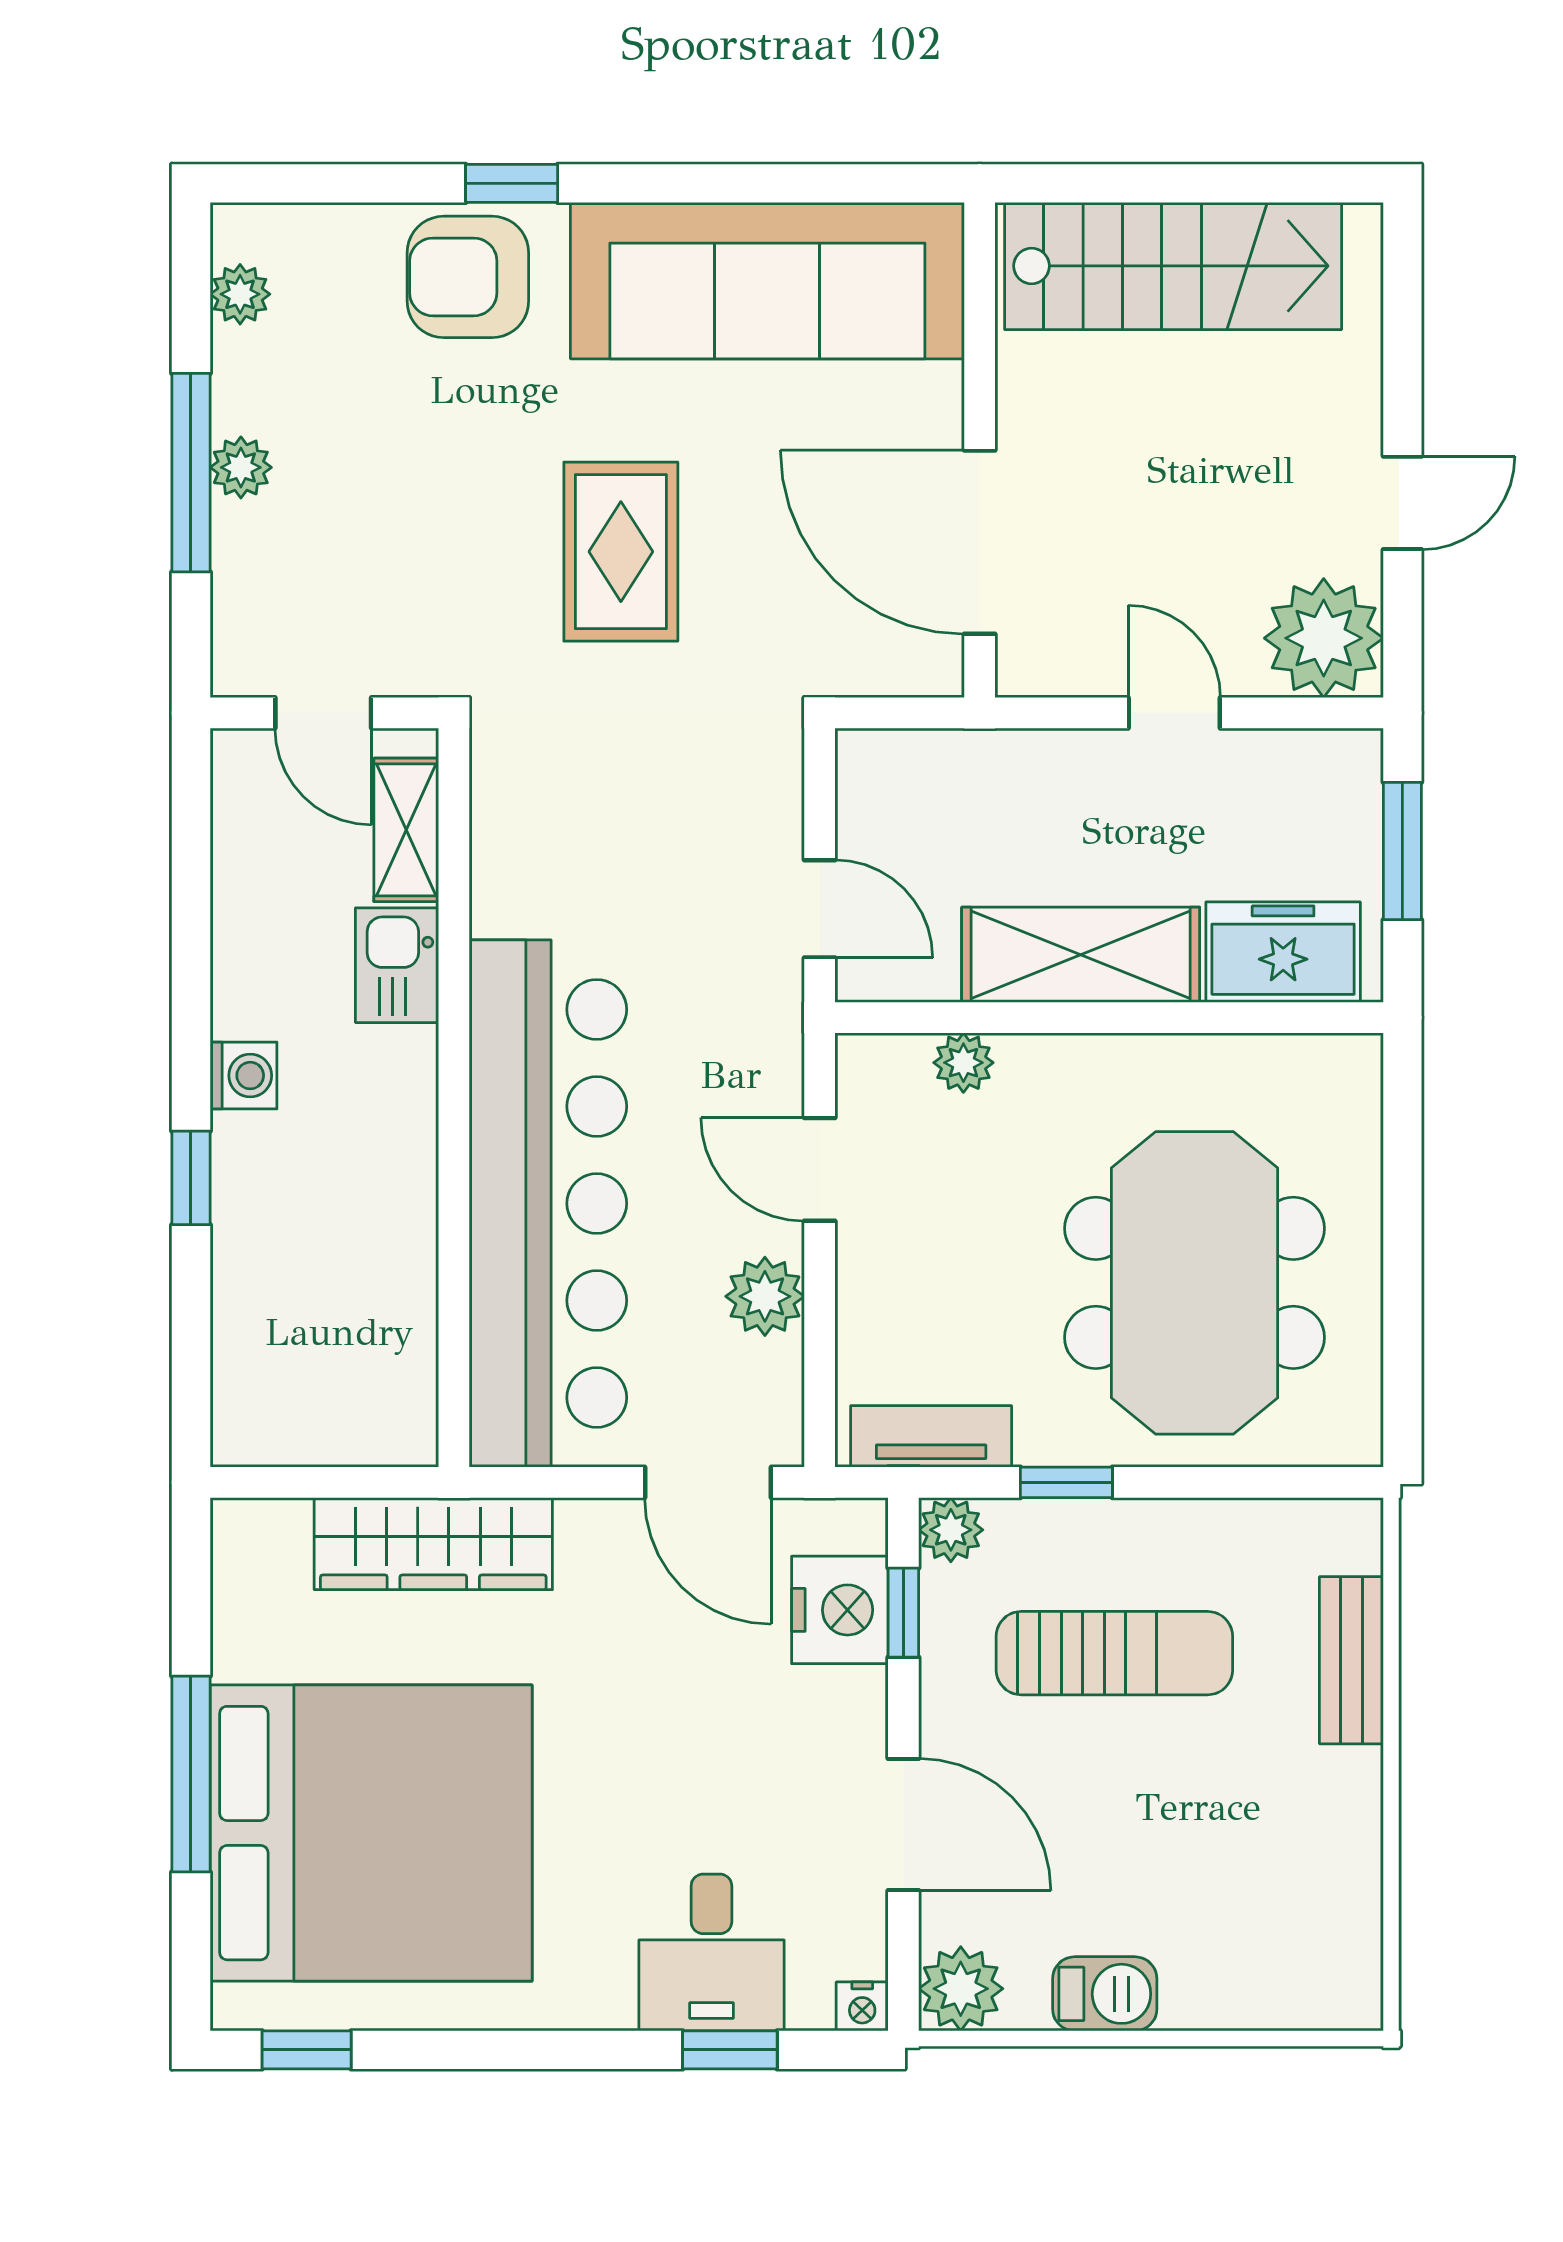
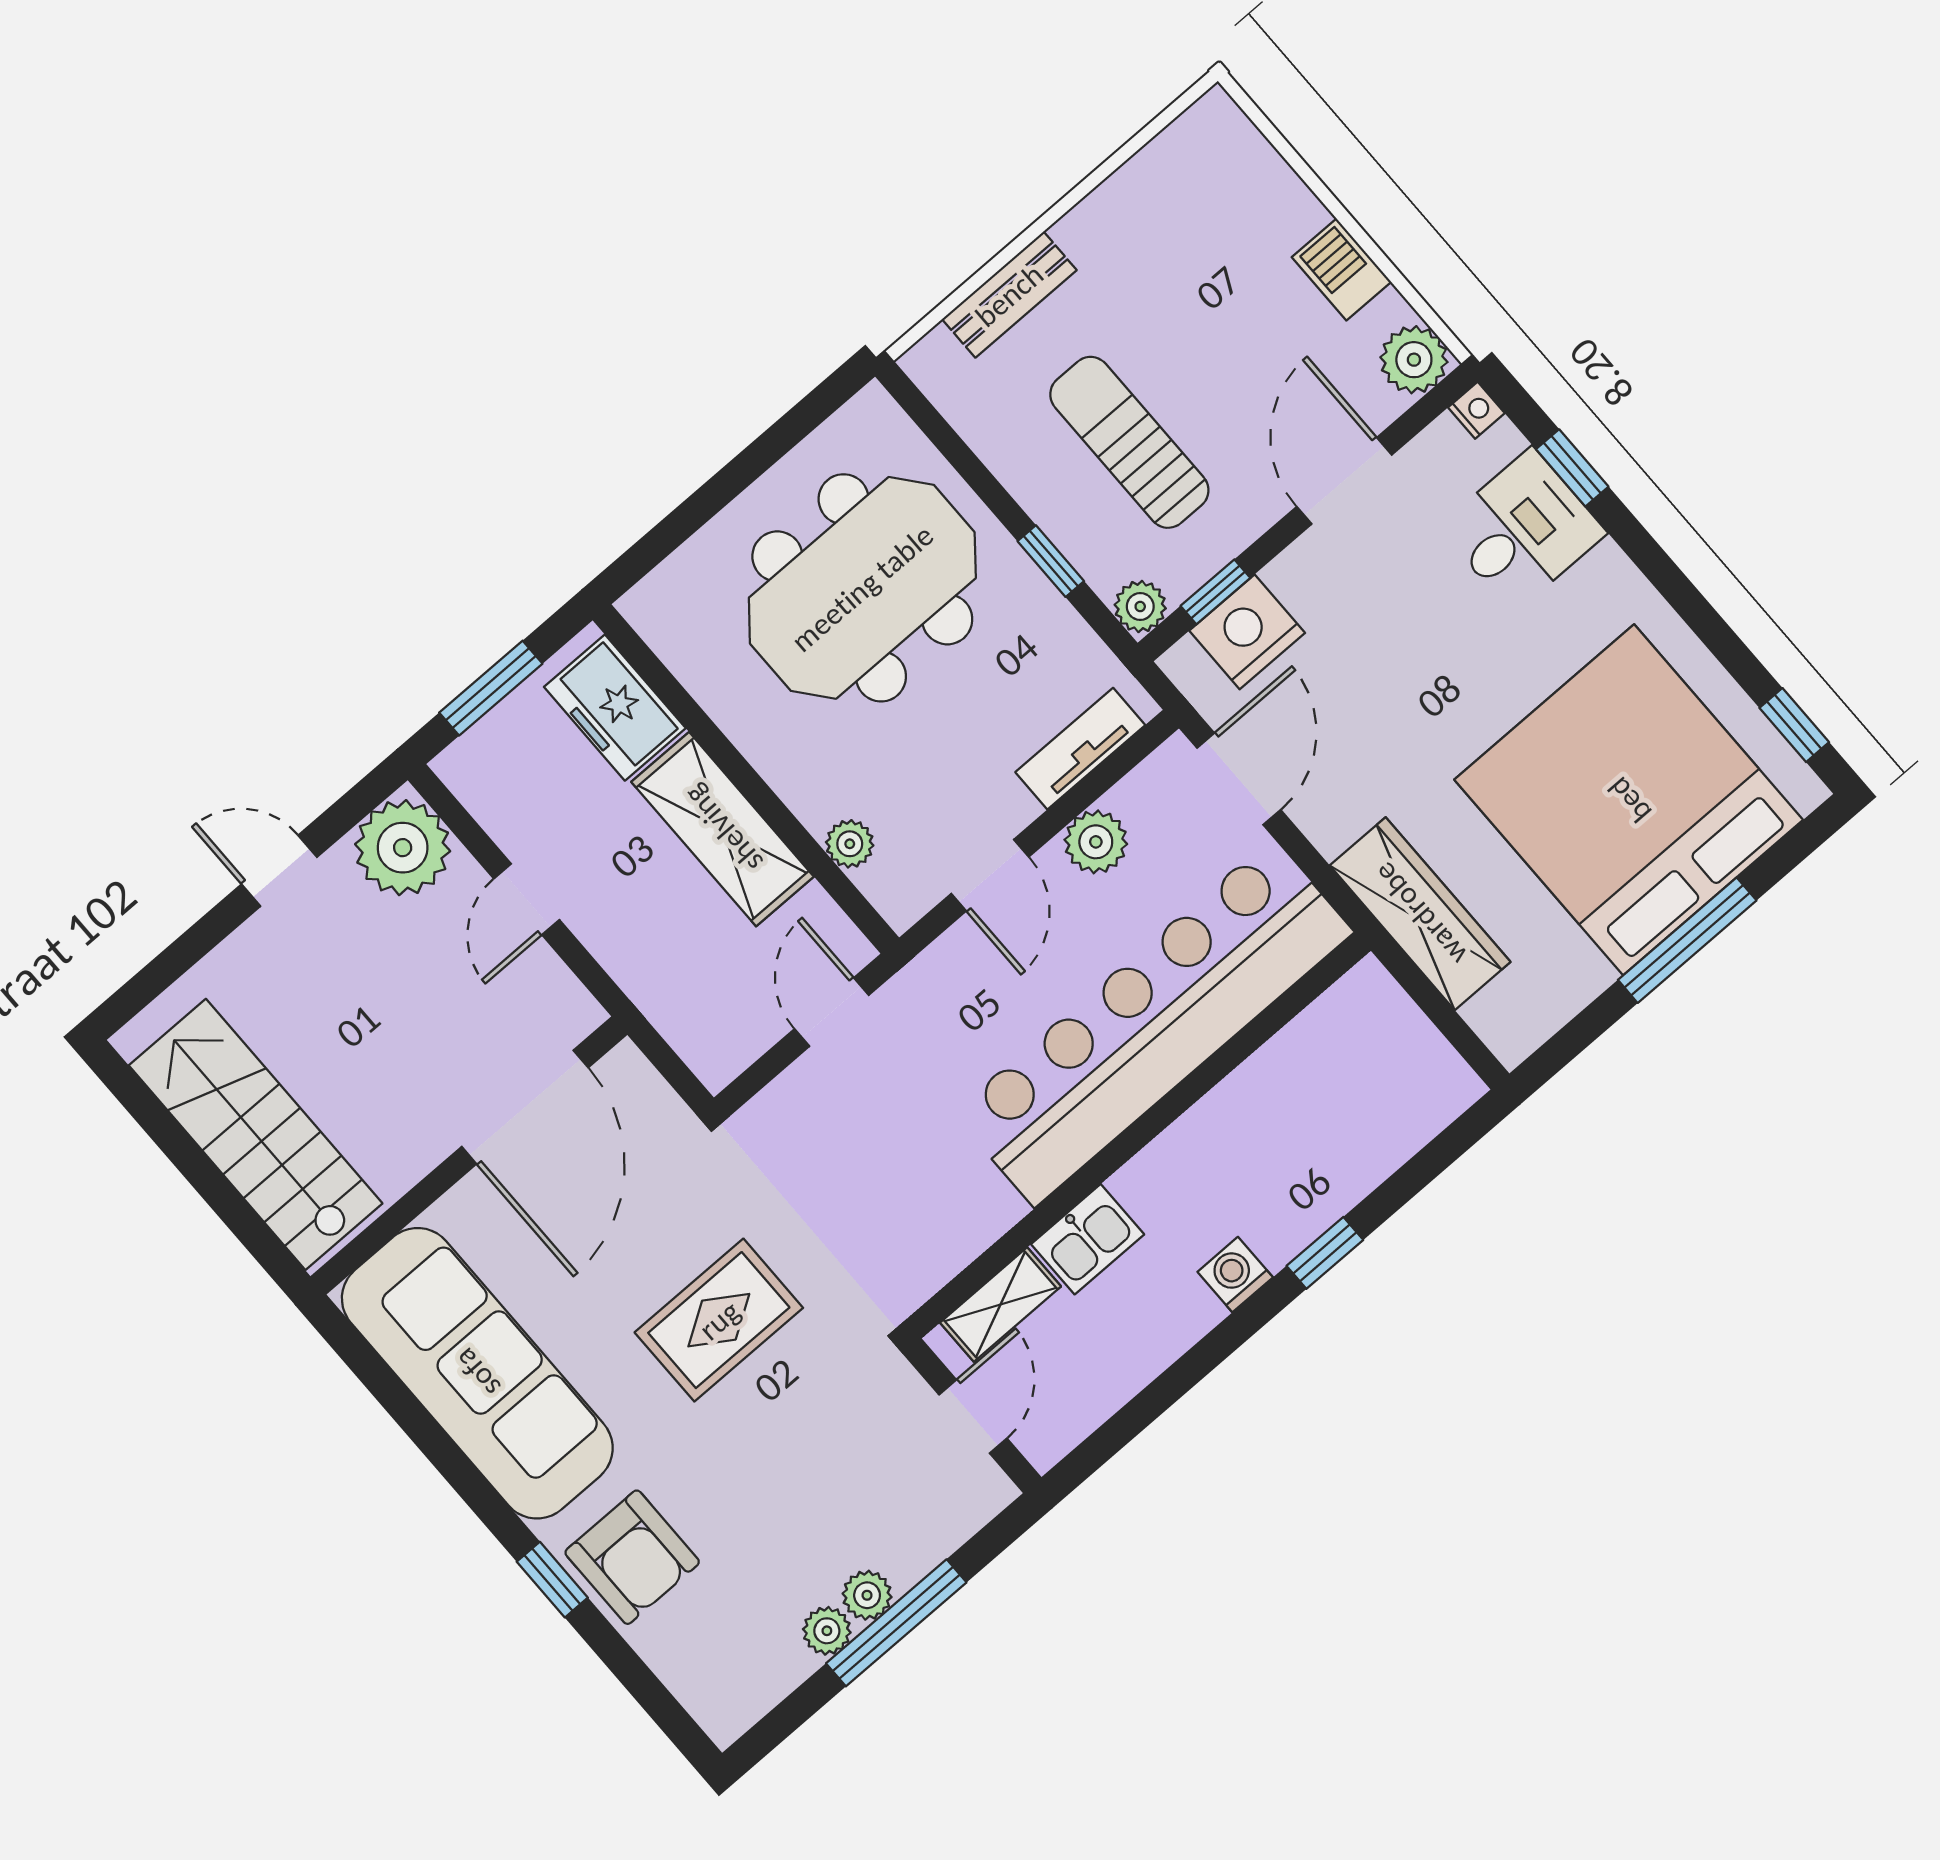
plant: (240, 294) -> (827, 1631), moved
tv unit: (931, 1436) -> (1080, 749), moved, turned 90

